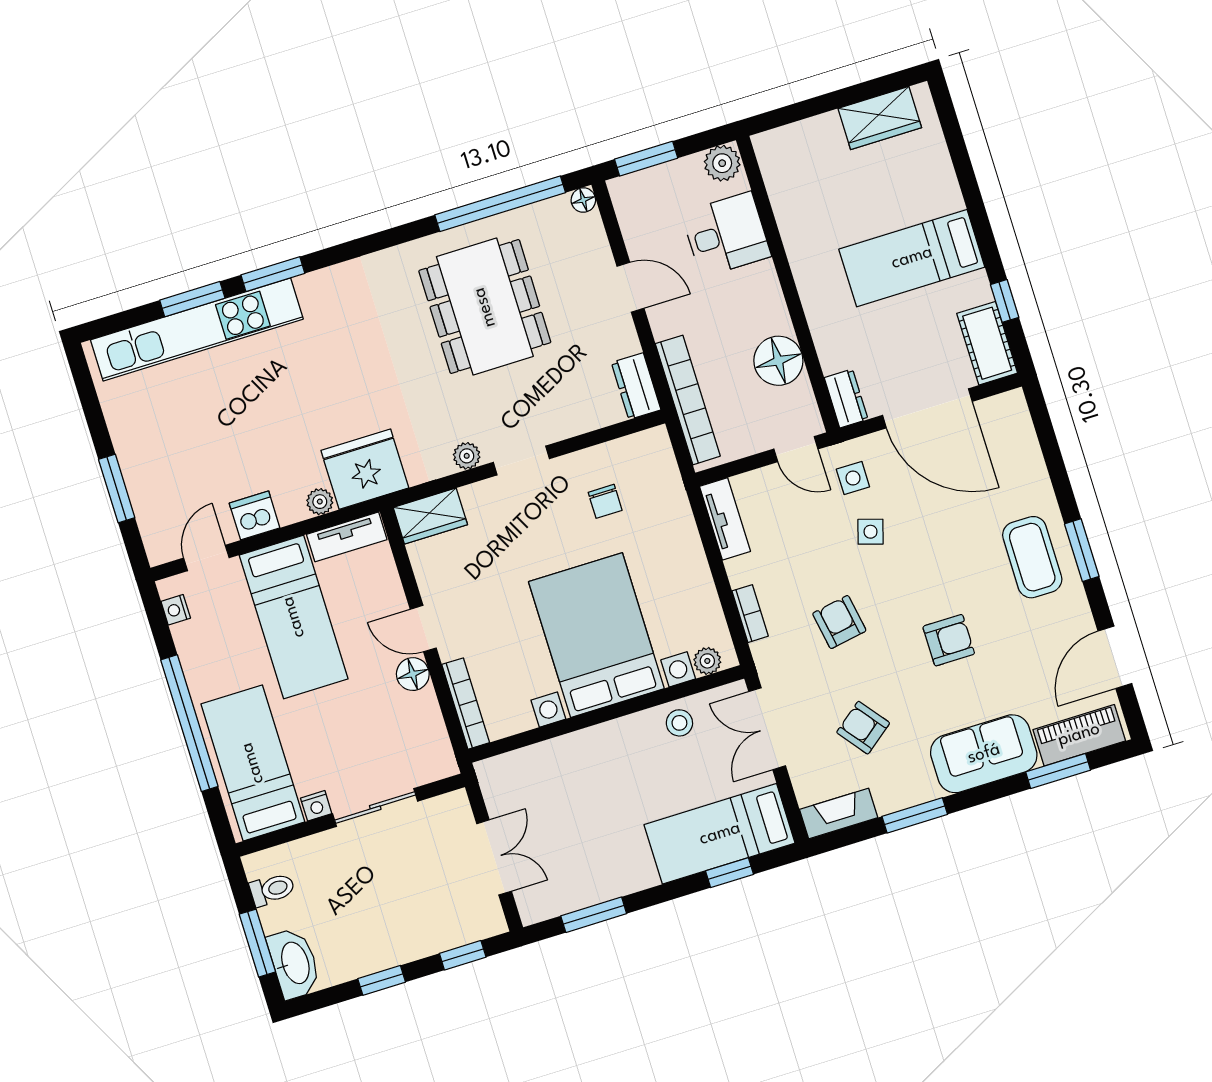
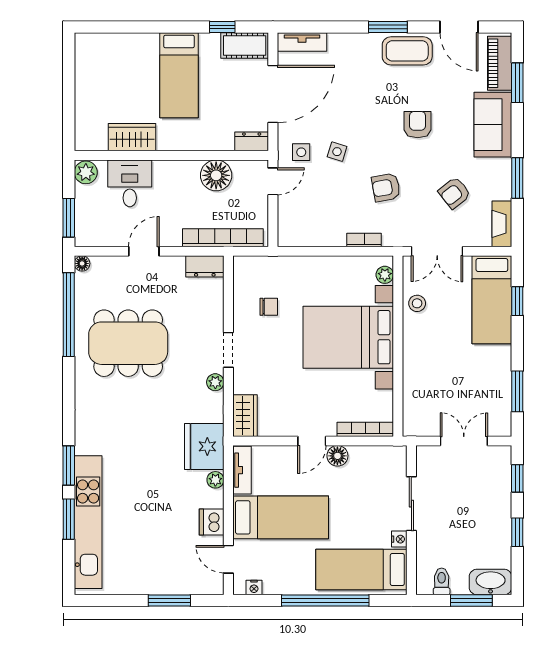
wardrobe: (880, 118) -> (132, 137), moved, turned -90
tv unit: (725, 519) -> (302, 42), moved, turned 180
coffee table: (1032, 557) -> (407, 51), moved

